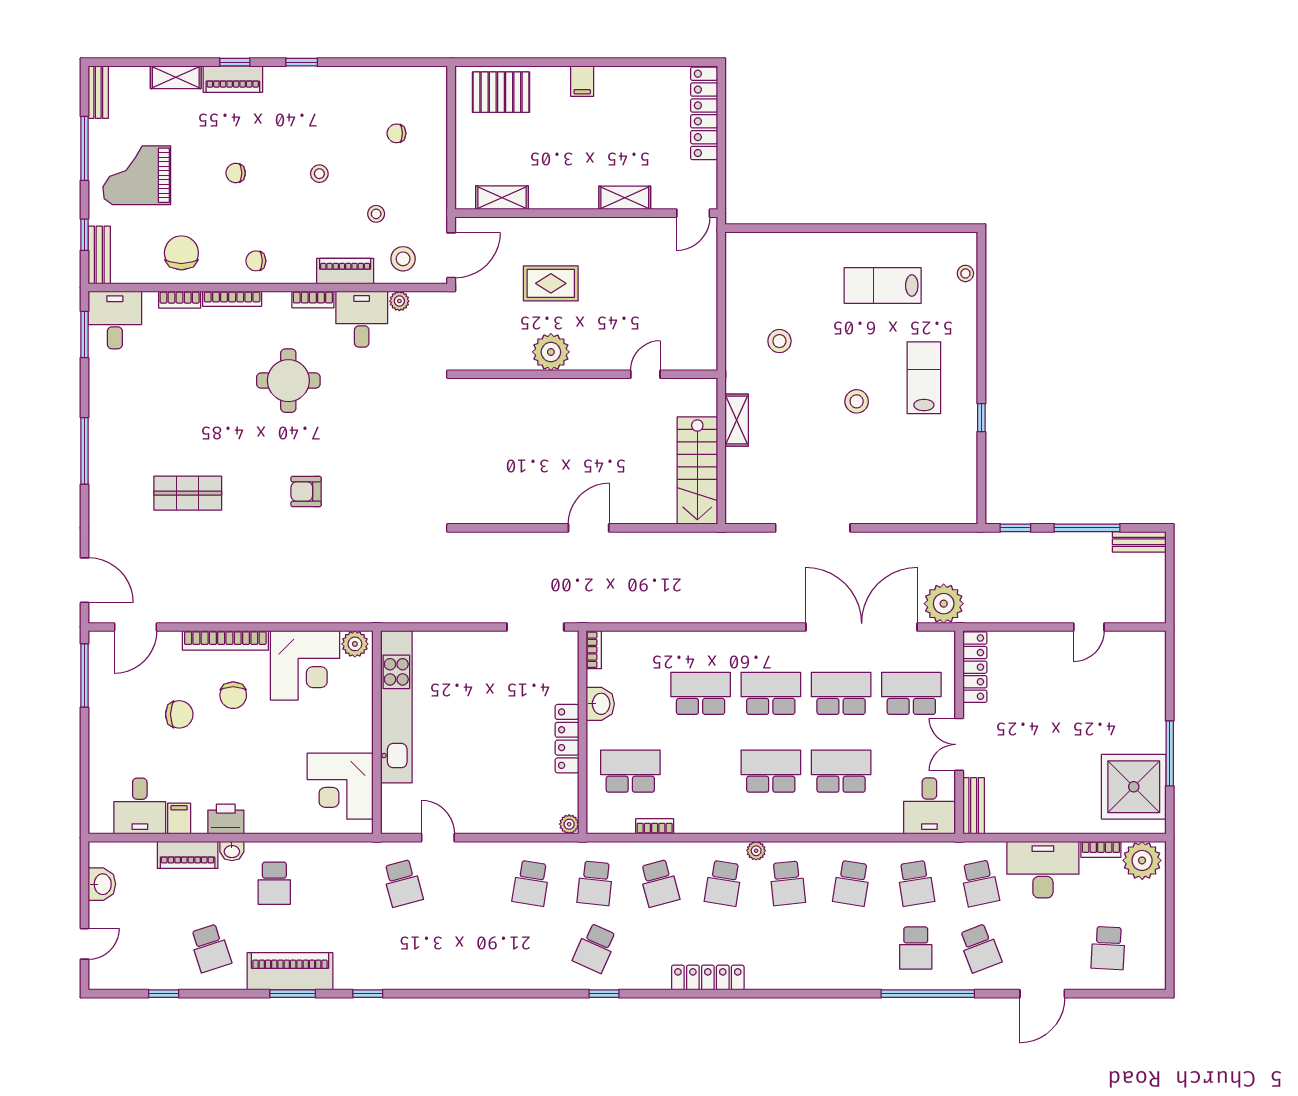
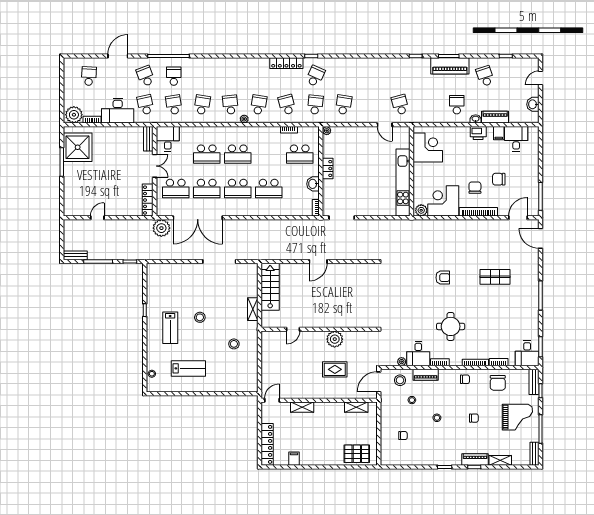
filing cabinet: (582, 81) -> (294, 459), moved
locker: (567, 739) -> (328, 168), width x0.66
locker: (708, 978) -> (286, 63), moved

